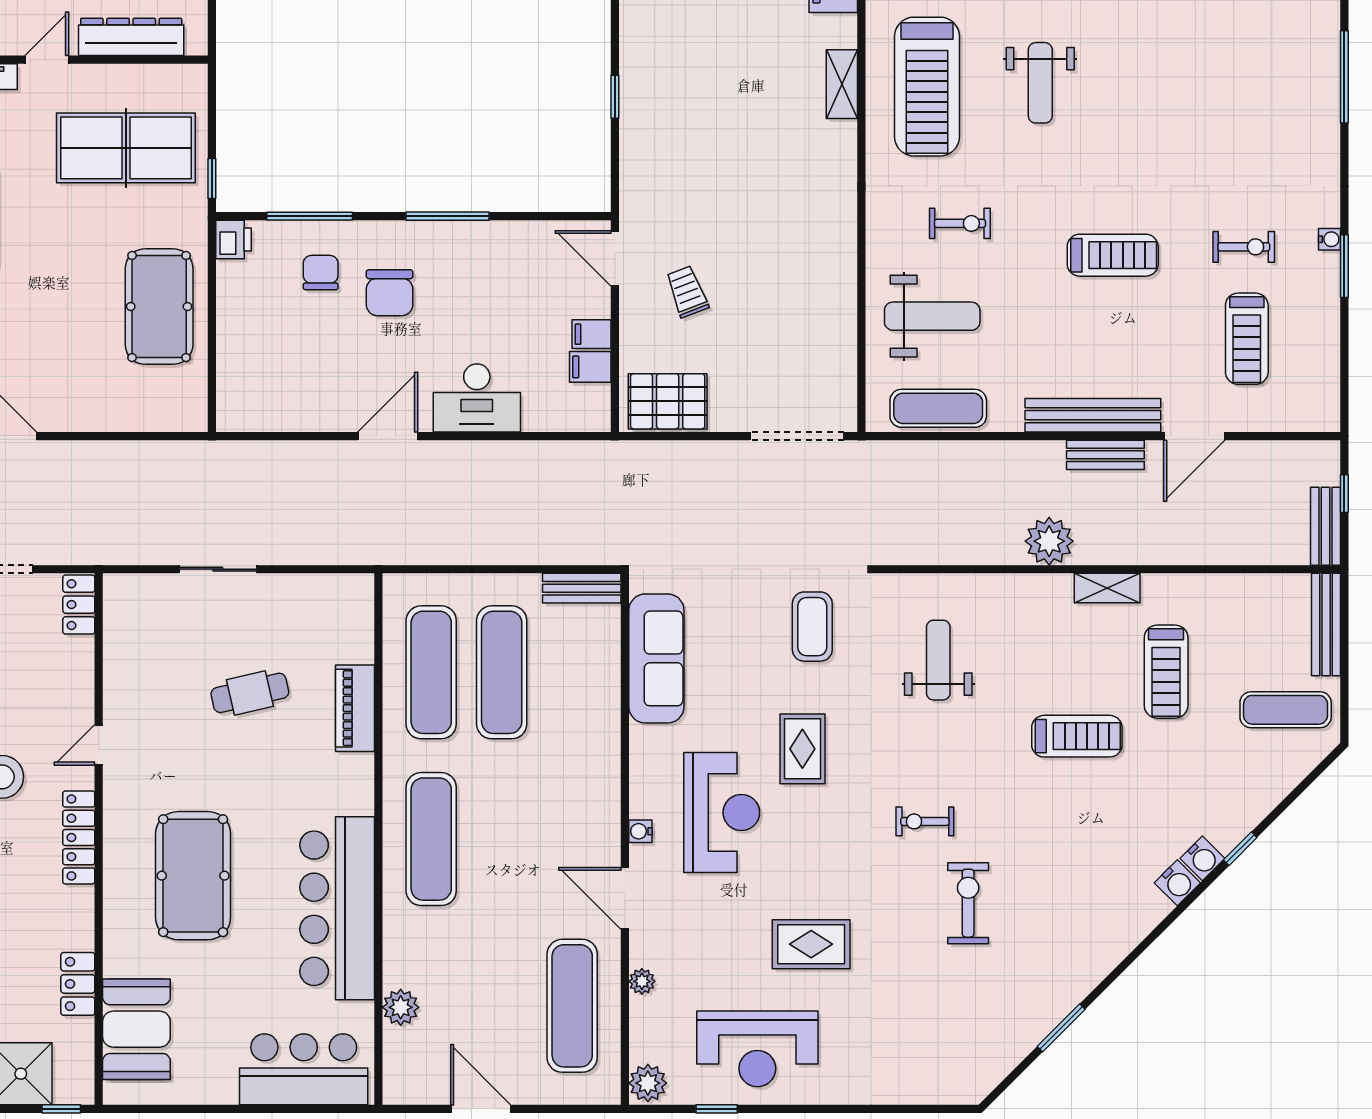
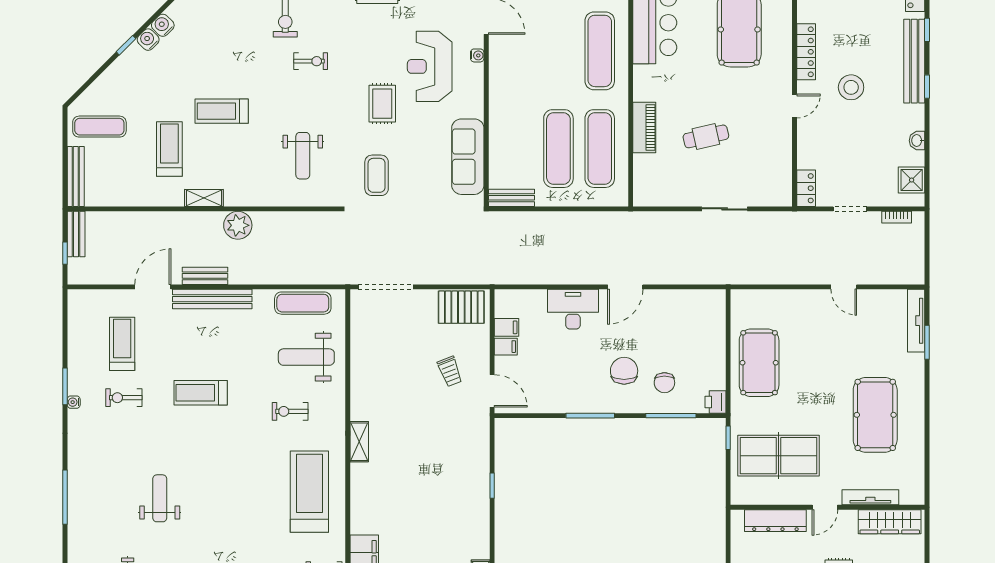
weight bench: (1040, 83) -> (160, 498), moved
shelving: (842, 84) -> (359, 442), moved

